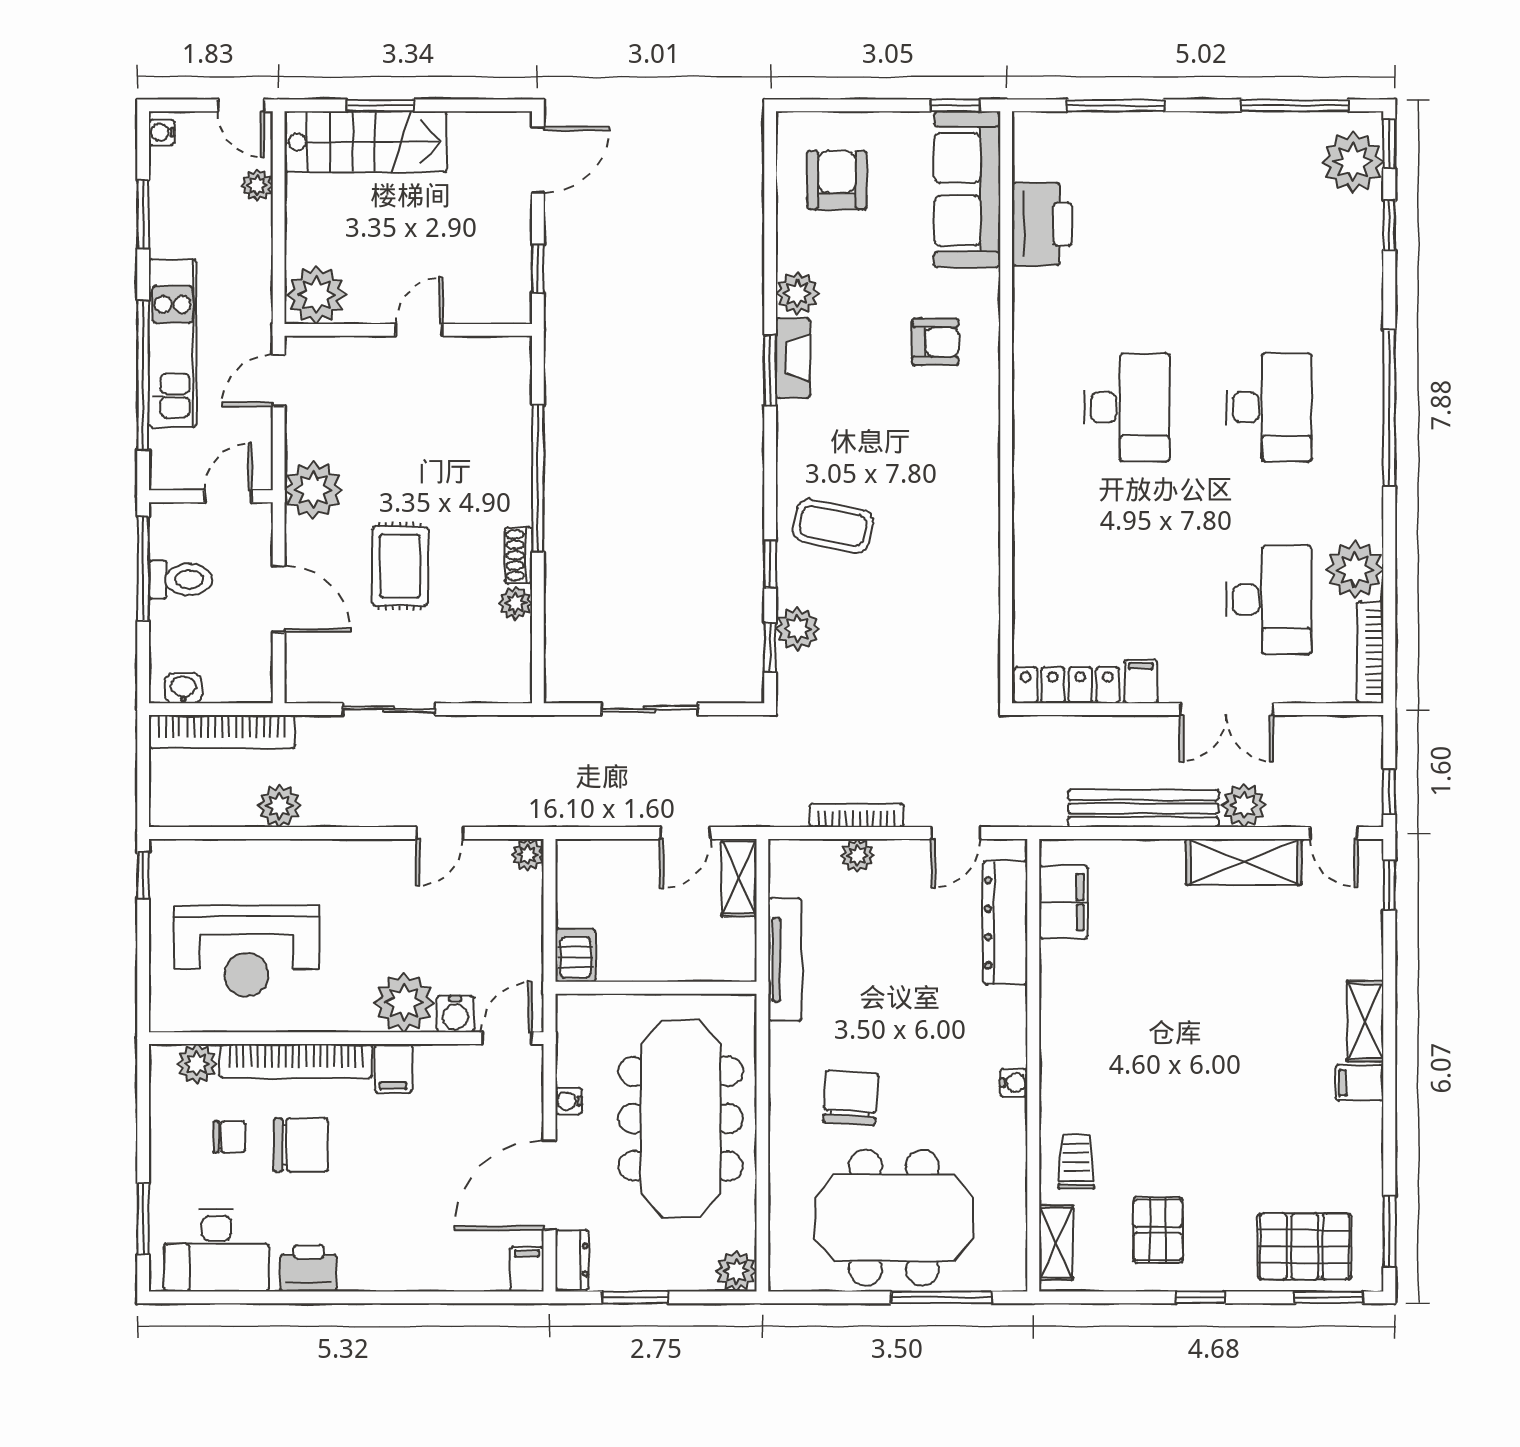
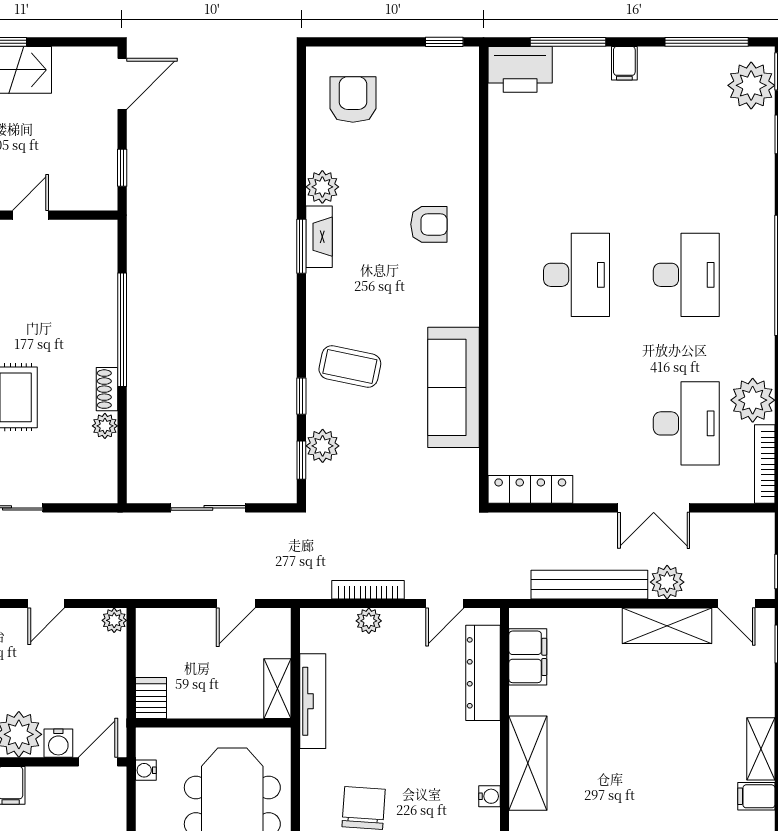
sofa: (967, 189) -> (453, 387), moved
printer: (1042, 224) -> (520, 69), moved, turned 90
filing cabinet: (1141, 681) -> (624, 63), moved, turned 180
shelving: (739, 878) -> (277, 689), moved
shelving: (1064, 1040) -> (528, 763), added
water cooler: (569, 1101) -> (146, 770), moved

